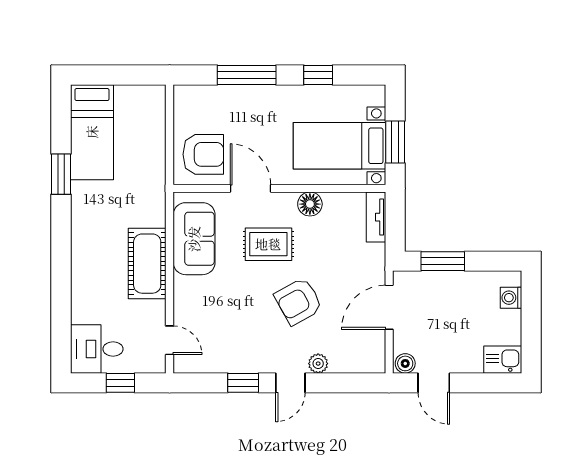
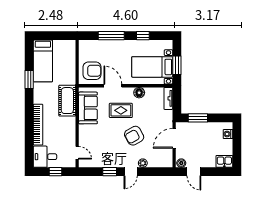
cot: (147, 264) -> (67, 101), moved
bookcase: (81, 276) -> (38, 125), added

